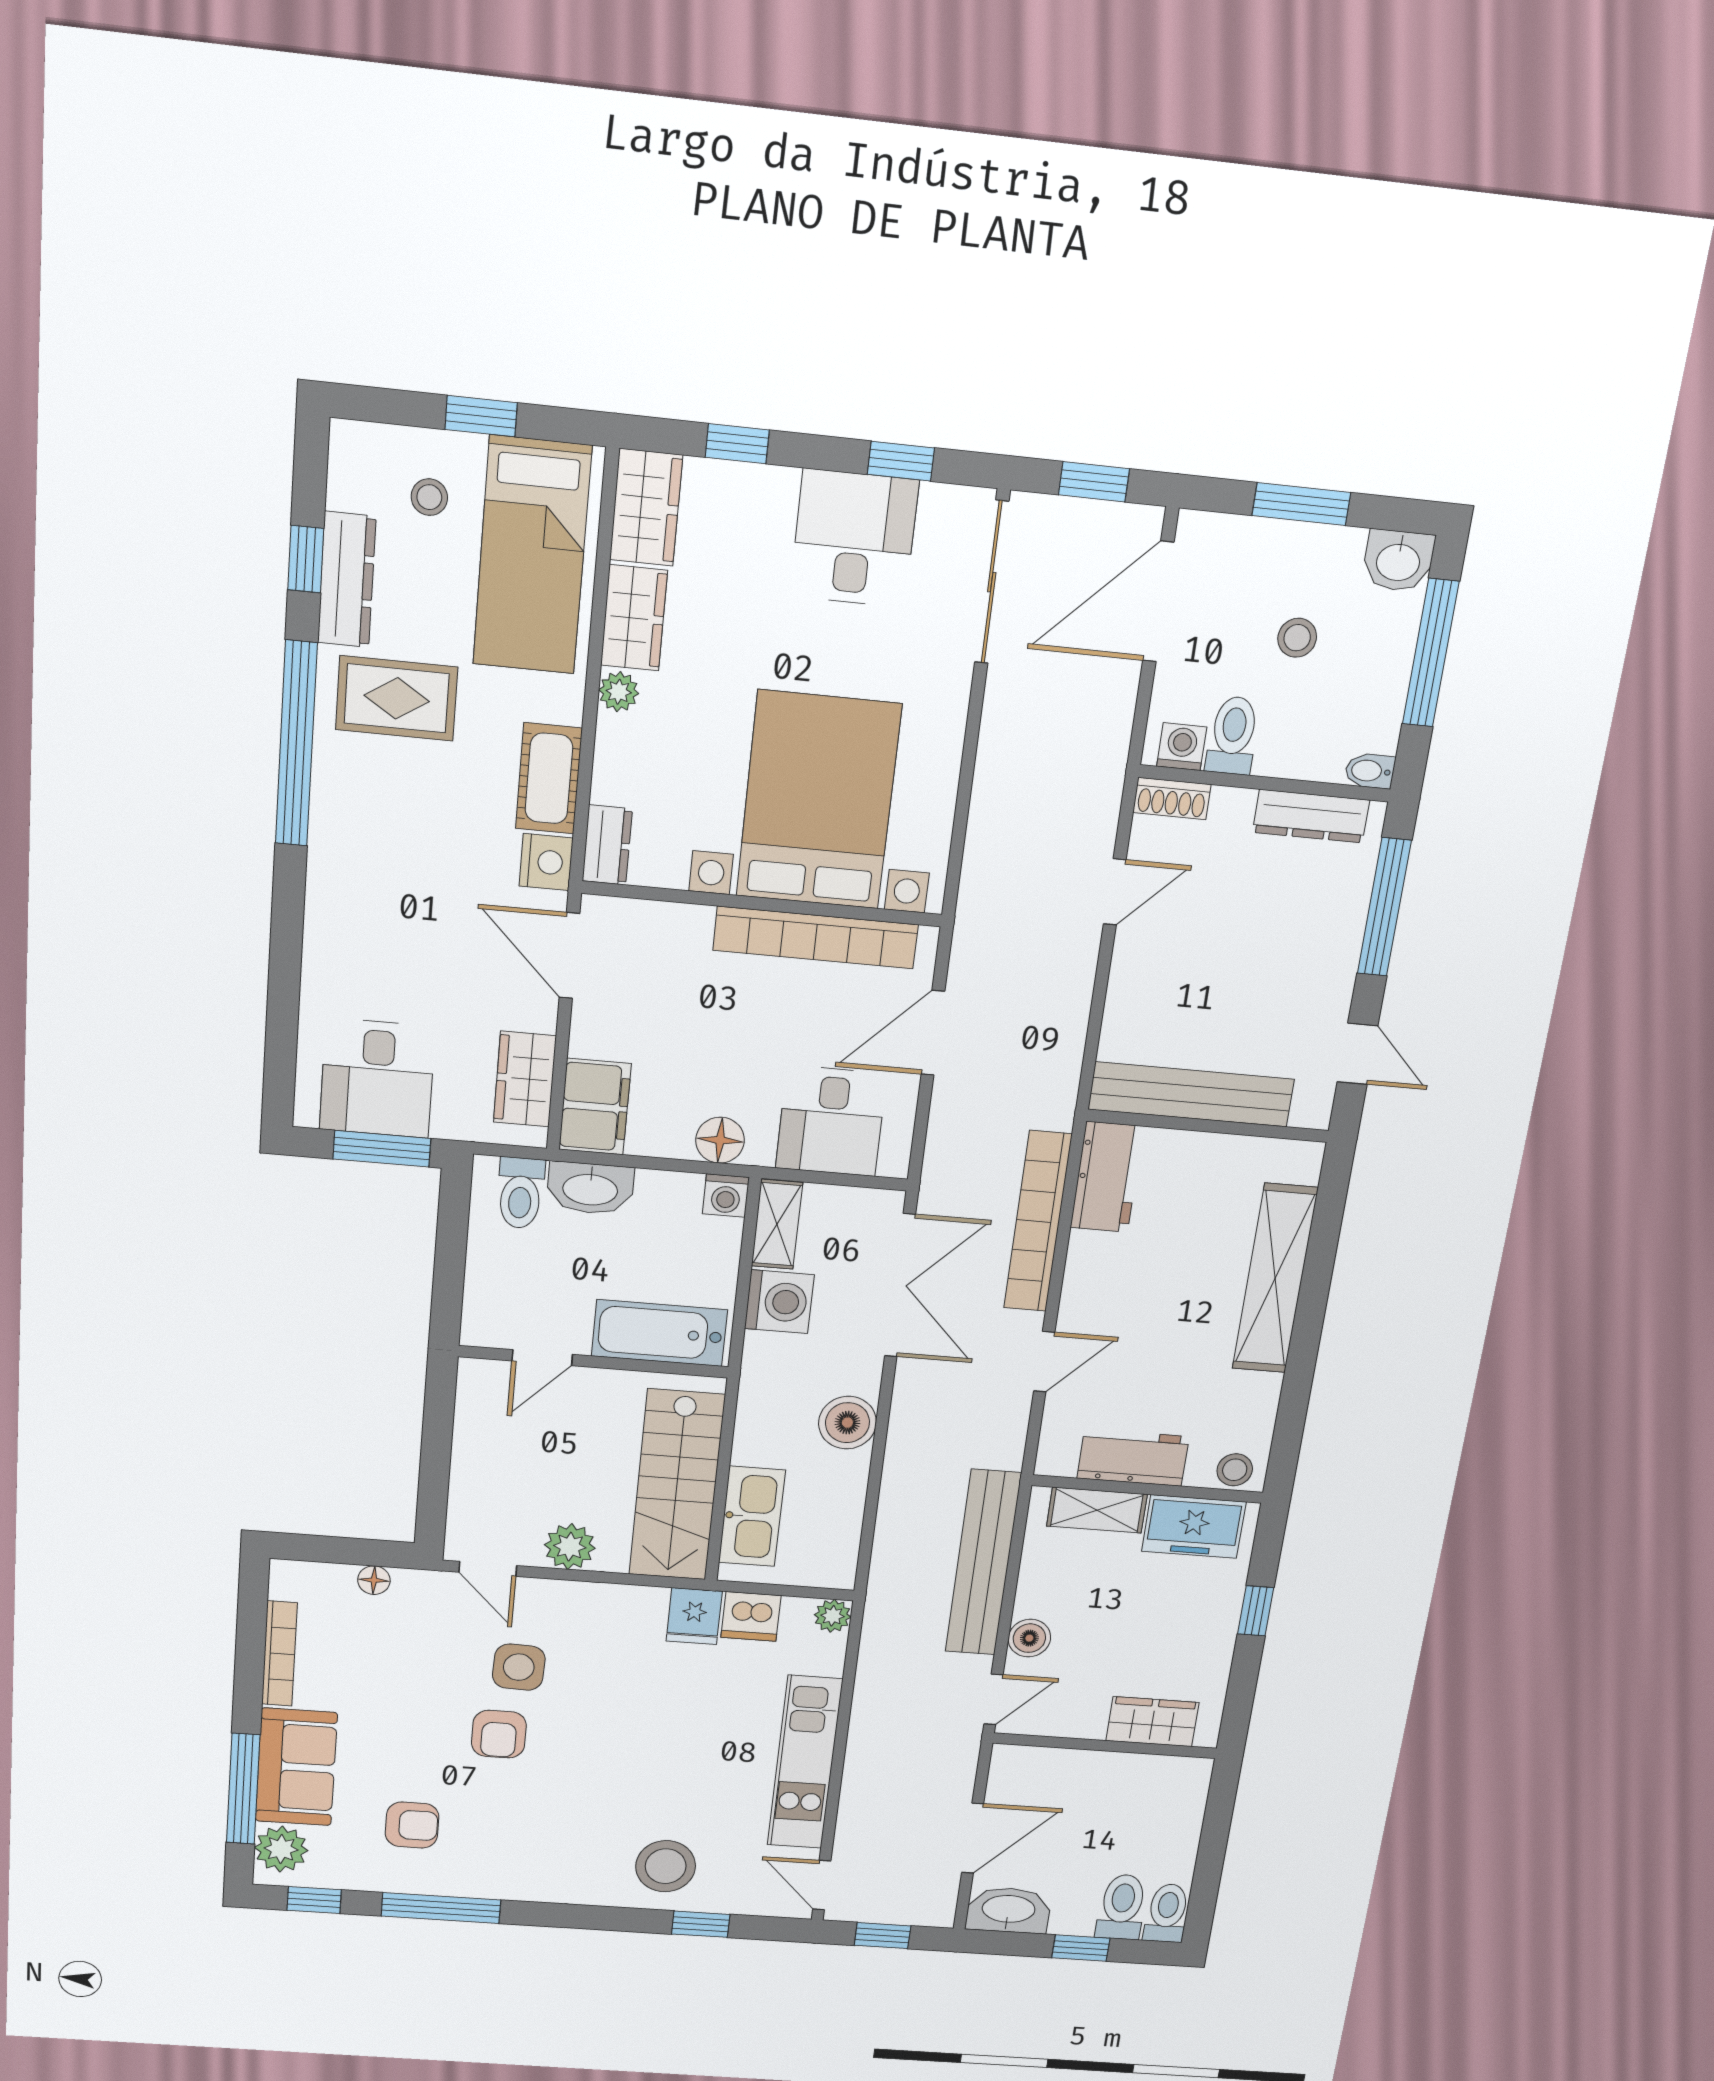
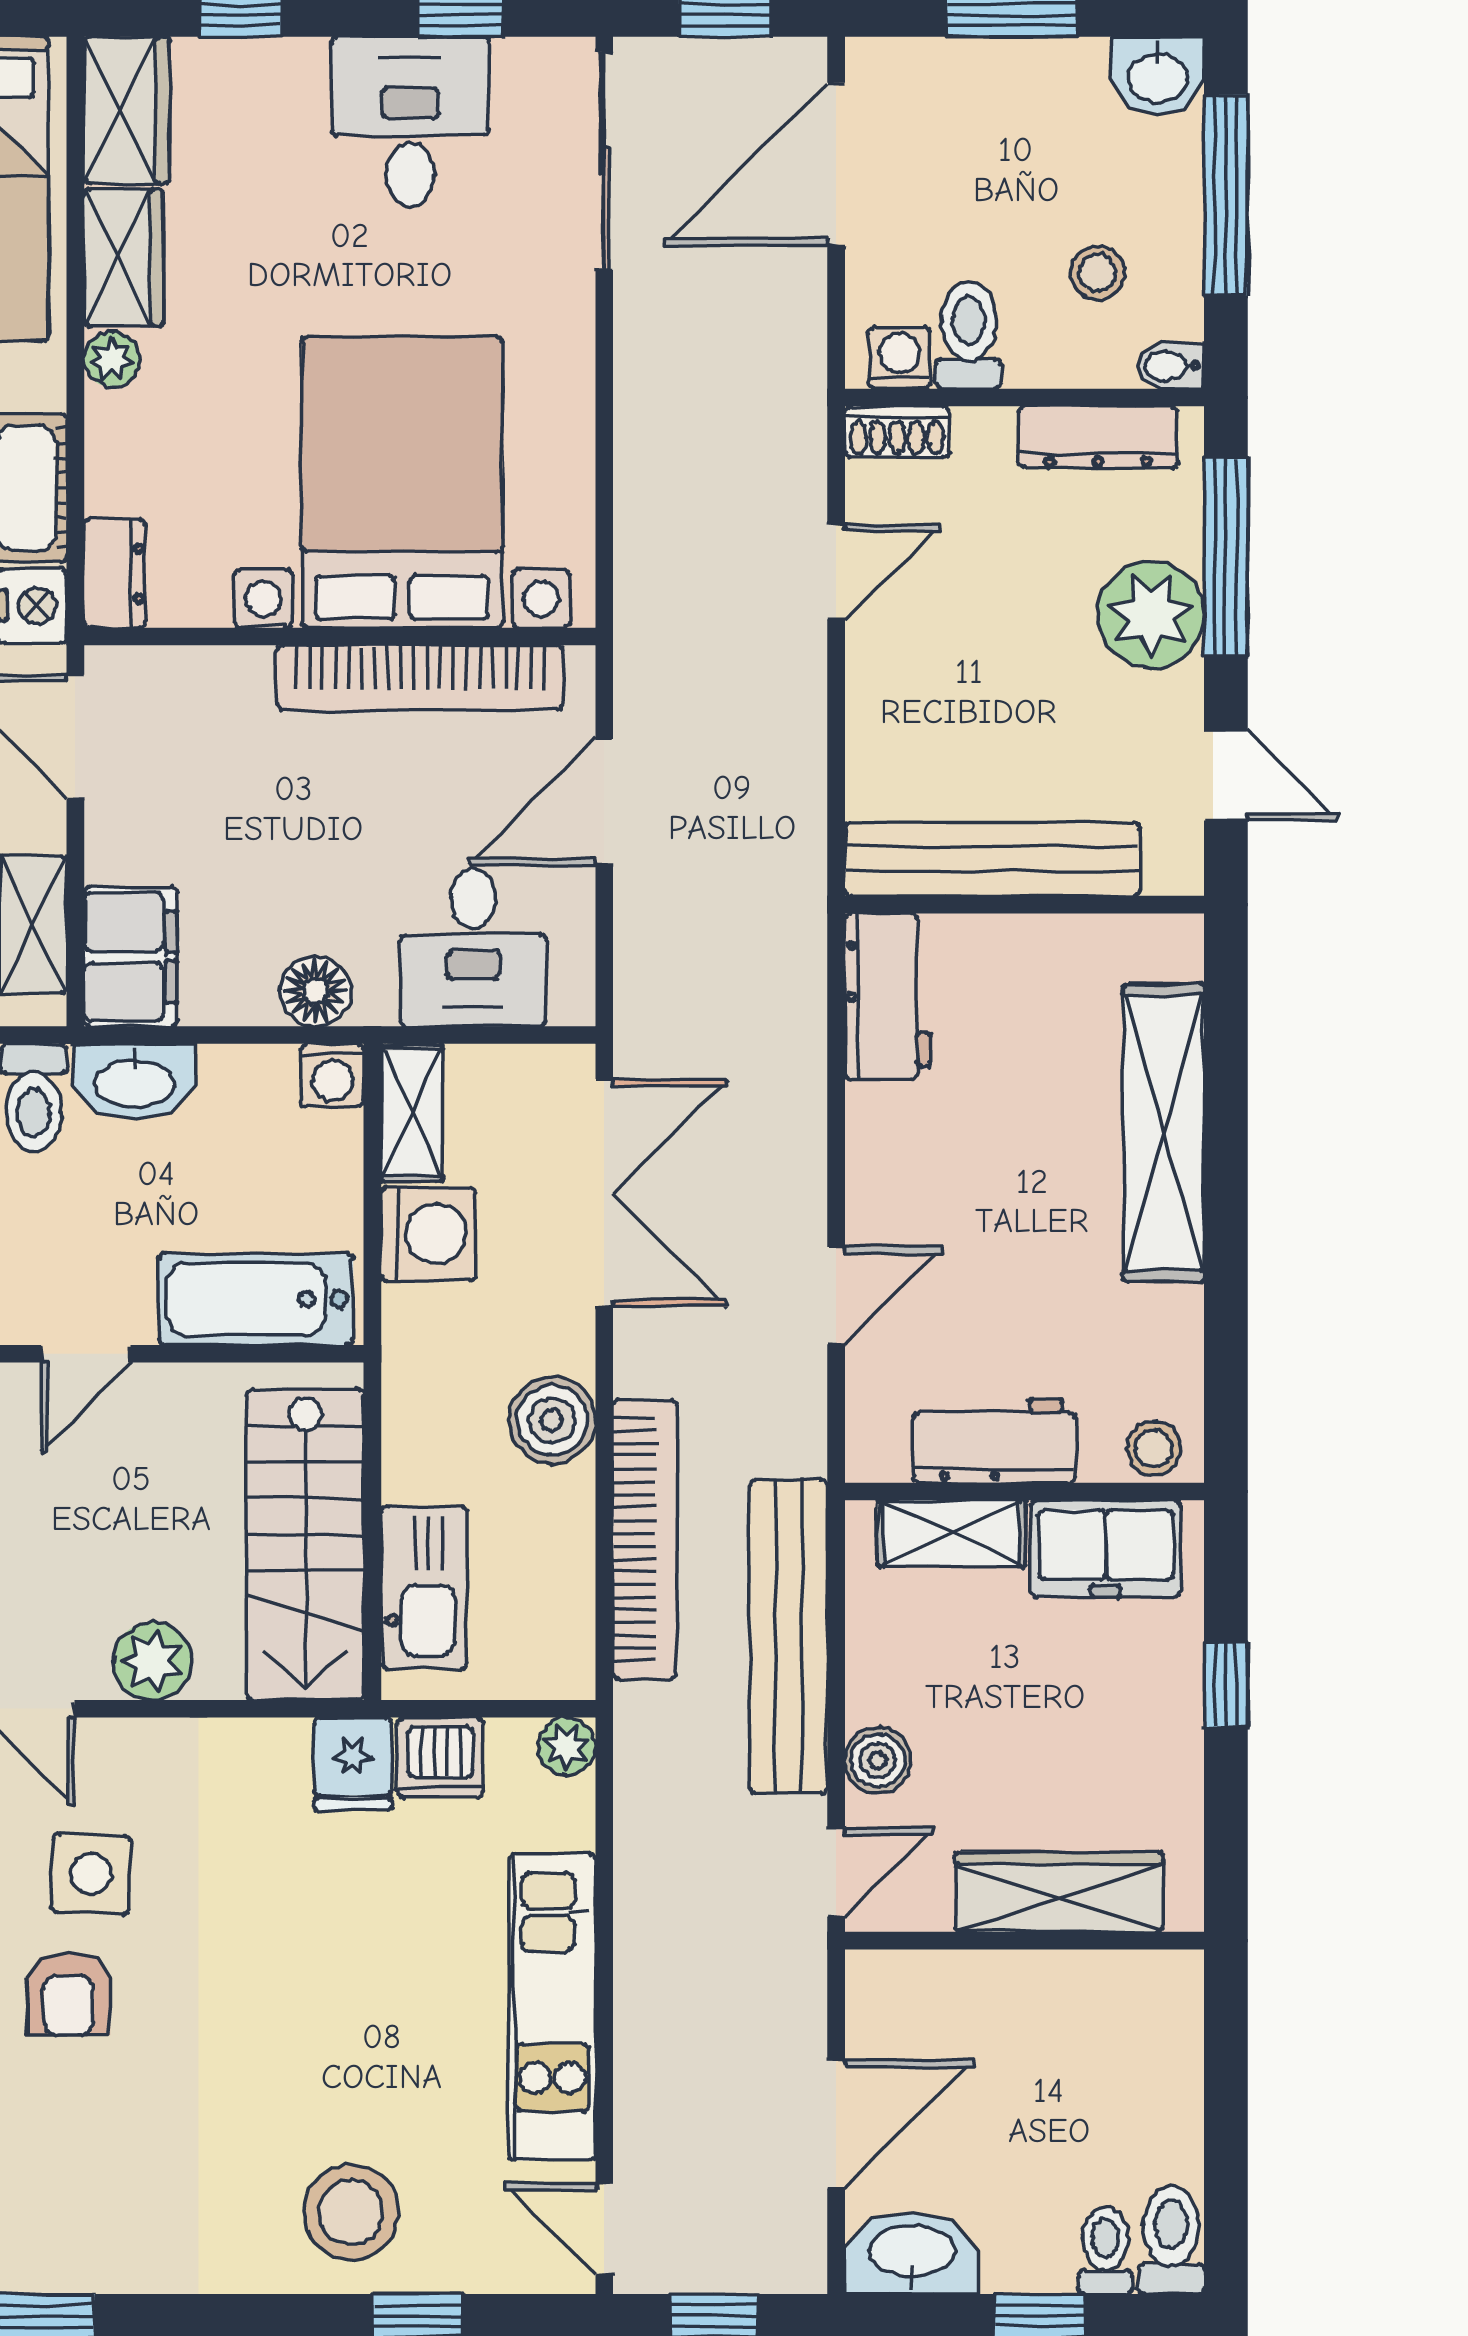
stool: (1297, 638) -> (1097, 273), moved
plant: (1326, 941) -> (1151, 615), added
bookcase: (1038, 1222) -> (645, 1539), moved, turned 180
wardrobe: (1152, 1722) -> (1059, 1892), width x1.50
toilet: (1122, 1907) -> (1106, 2251), width x0.73, depth x0.72

